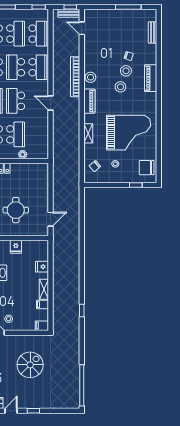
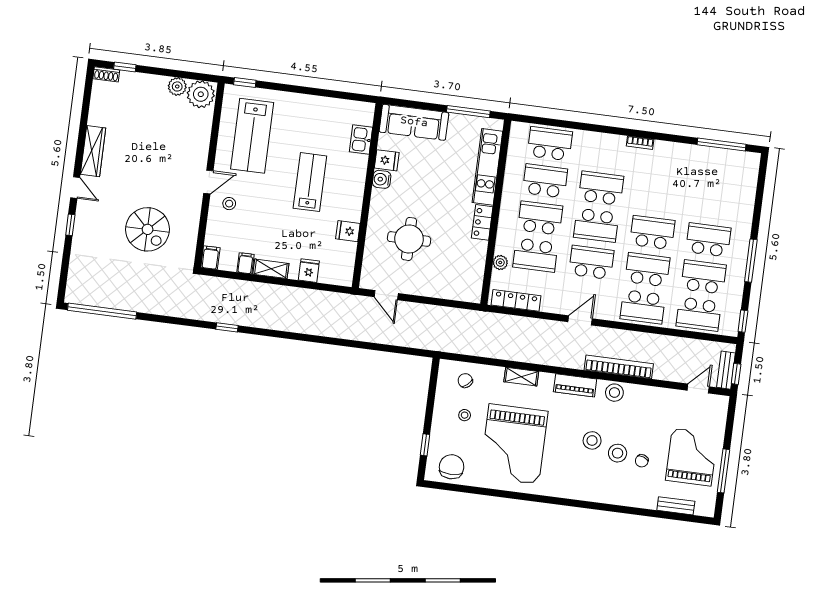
grand piano: (123, 27) -> (692, 457), added
school desk: (16, 34) -> (704, 277), turned 180
piano: (151, 78) -> (600, 493), removed
locker: (44, 142) -> (516, 300), added

